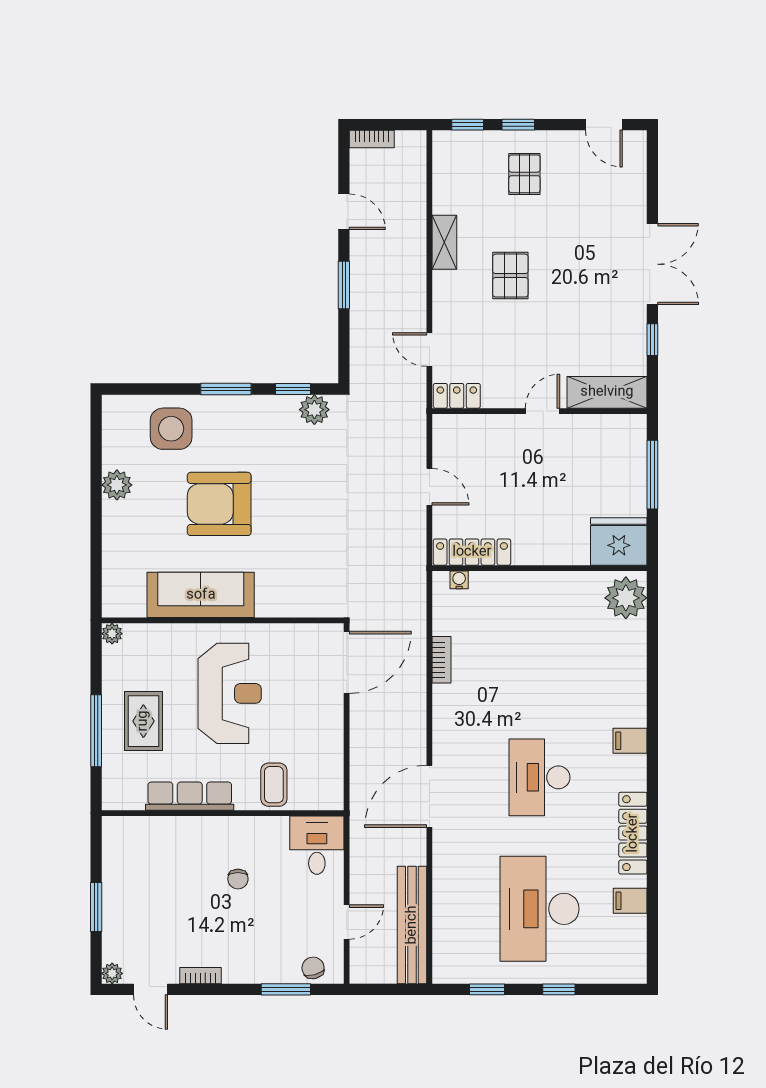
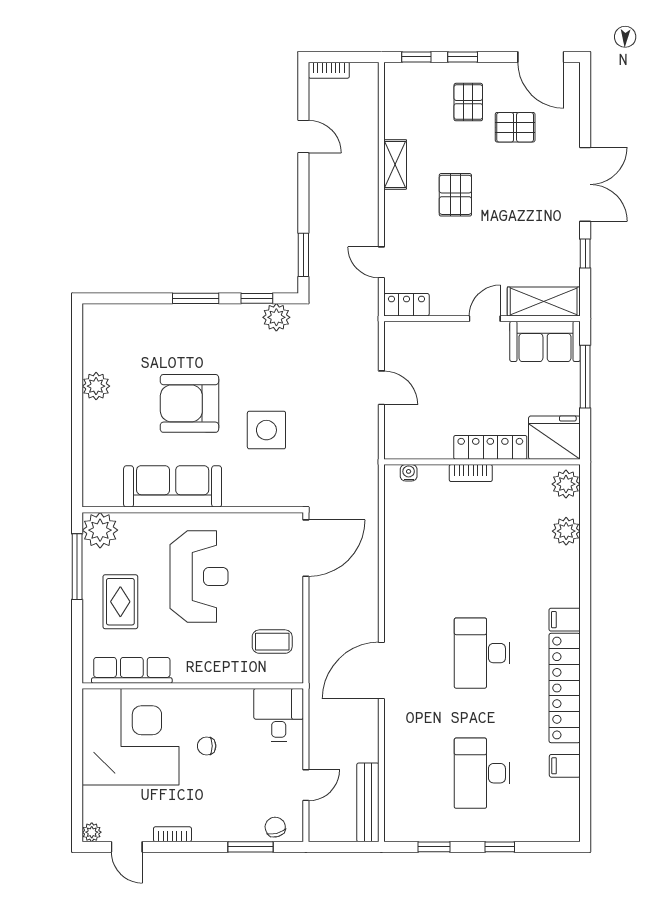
door: (604, 125) -> (541, 57), width x1.38
pallet: (576, 201) -> (515, 127), added
window: (344, 285) -> (303, 255), moved
side table: (171, 429) -> (266, 430), moved
sofa: (609, 436) -> (545, 341), added
locker: (472, 552) -> (490, 447), moved
plant: (626, 598) -> (566, 484), width x0.73, depth x0.73
plant: (112, 634) -> (100, 530), width x1.87, depth x1.87
plant: (632, 644) -> (566, 531), added
bookcase: (441, 660) -> (471, 473), moved, turned 90
window: (96, 731) -> (77, 567), moved
coffee table: (274, 785) -> (272, 642), moved, turned 90
row of seats: (190, 796) -> (132, 670), moved
locker: (633, 833) -> (565, 688), width x1.41, depth x1.21
corner desk: (155, 869) -> (130, 737), added
chair: (238, 879) -> (207, 746), turned 90
window: (96, 907) -> (77, 772), removed
desk: (540, 909) -> (482, 773), width x0.73, depth x0.77
bench: (412, 925) -> (368, 802), width x0.73, depth x0.82

